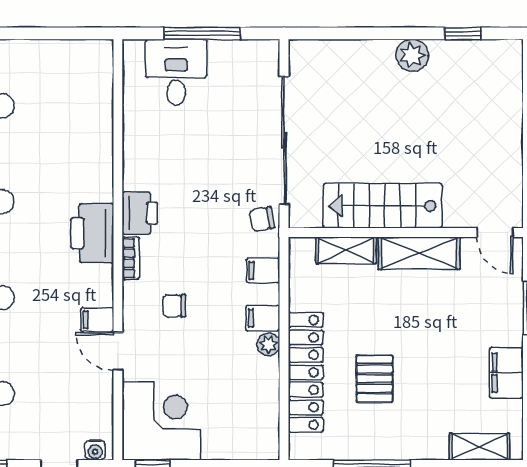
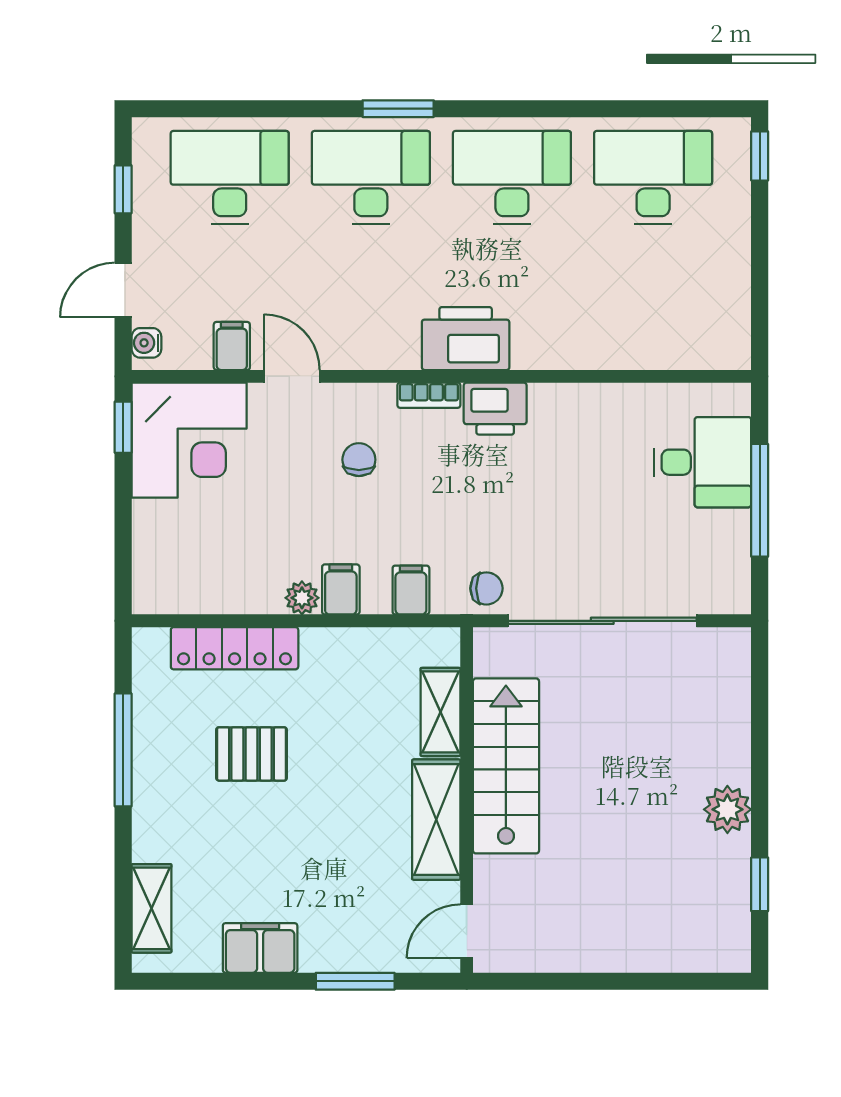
chair: (262, 219) -> (486, 588), turned 101
filing cabinet: (97, 320) -> (232, 346), moved
door: (118, 351) -> (292, 376), hinge flipped
locker: (306, 372) -> (235, 648), width x0.71, depth x0.83

